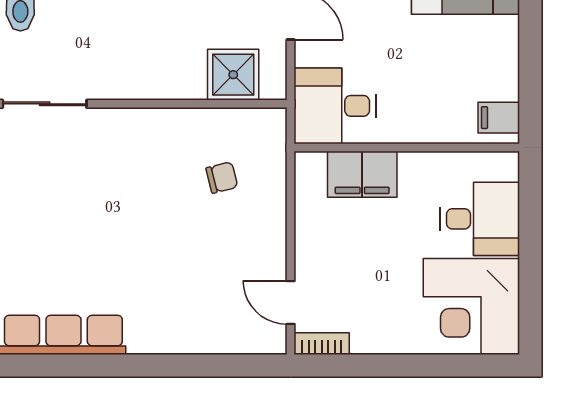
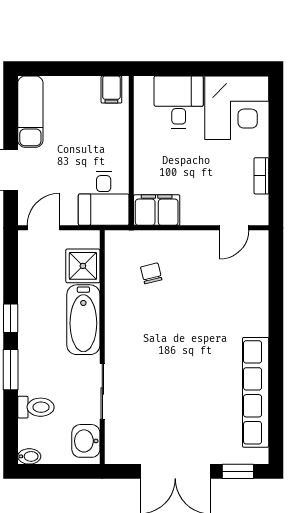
bathtub: (152, 75) -> (83, 320), added
filing cabinet: (362, 174) -> (157, 210), moved, turned -90
bookcase: (322, 344) -> (261, 176), moved

